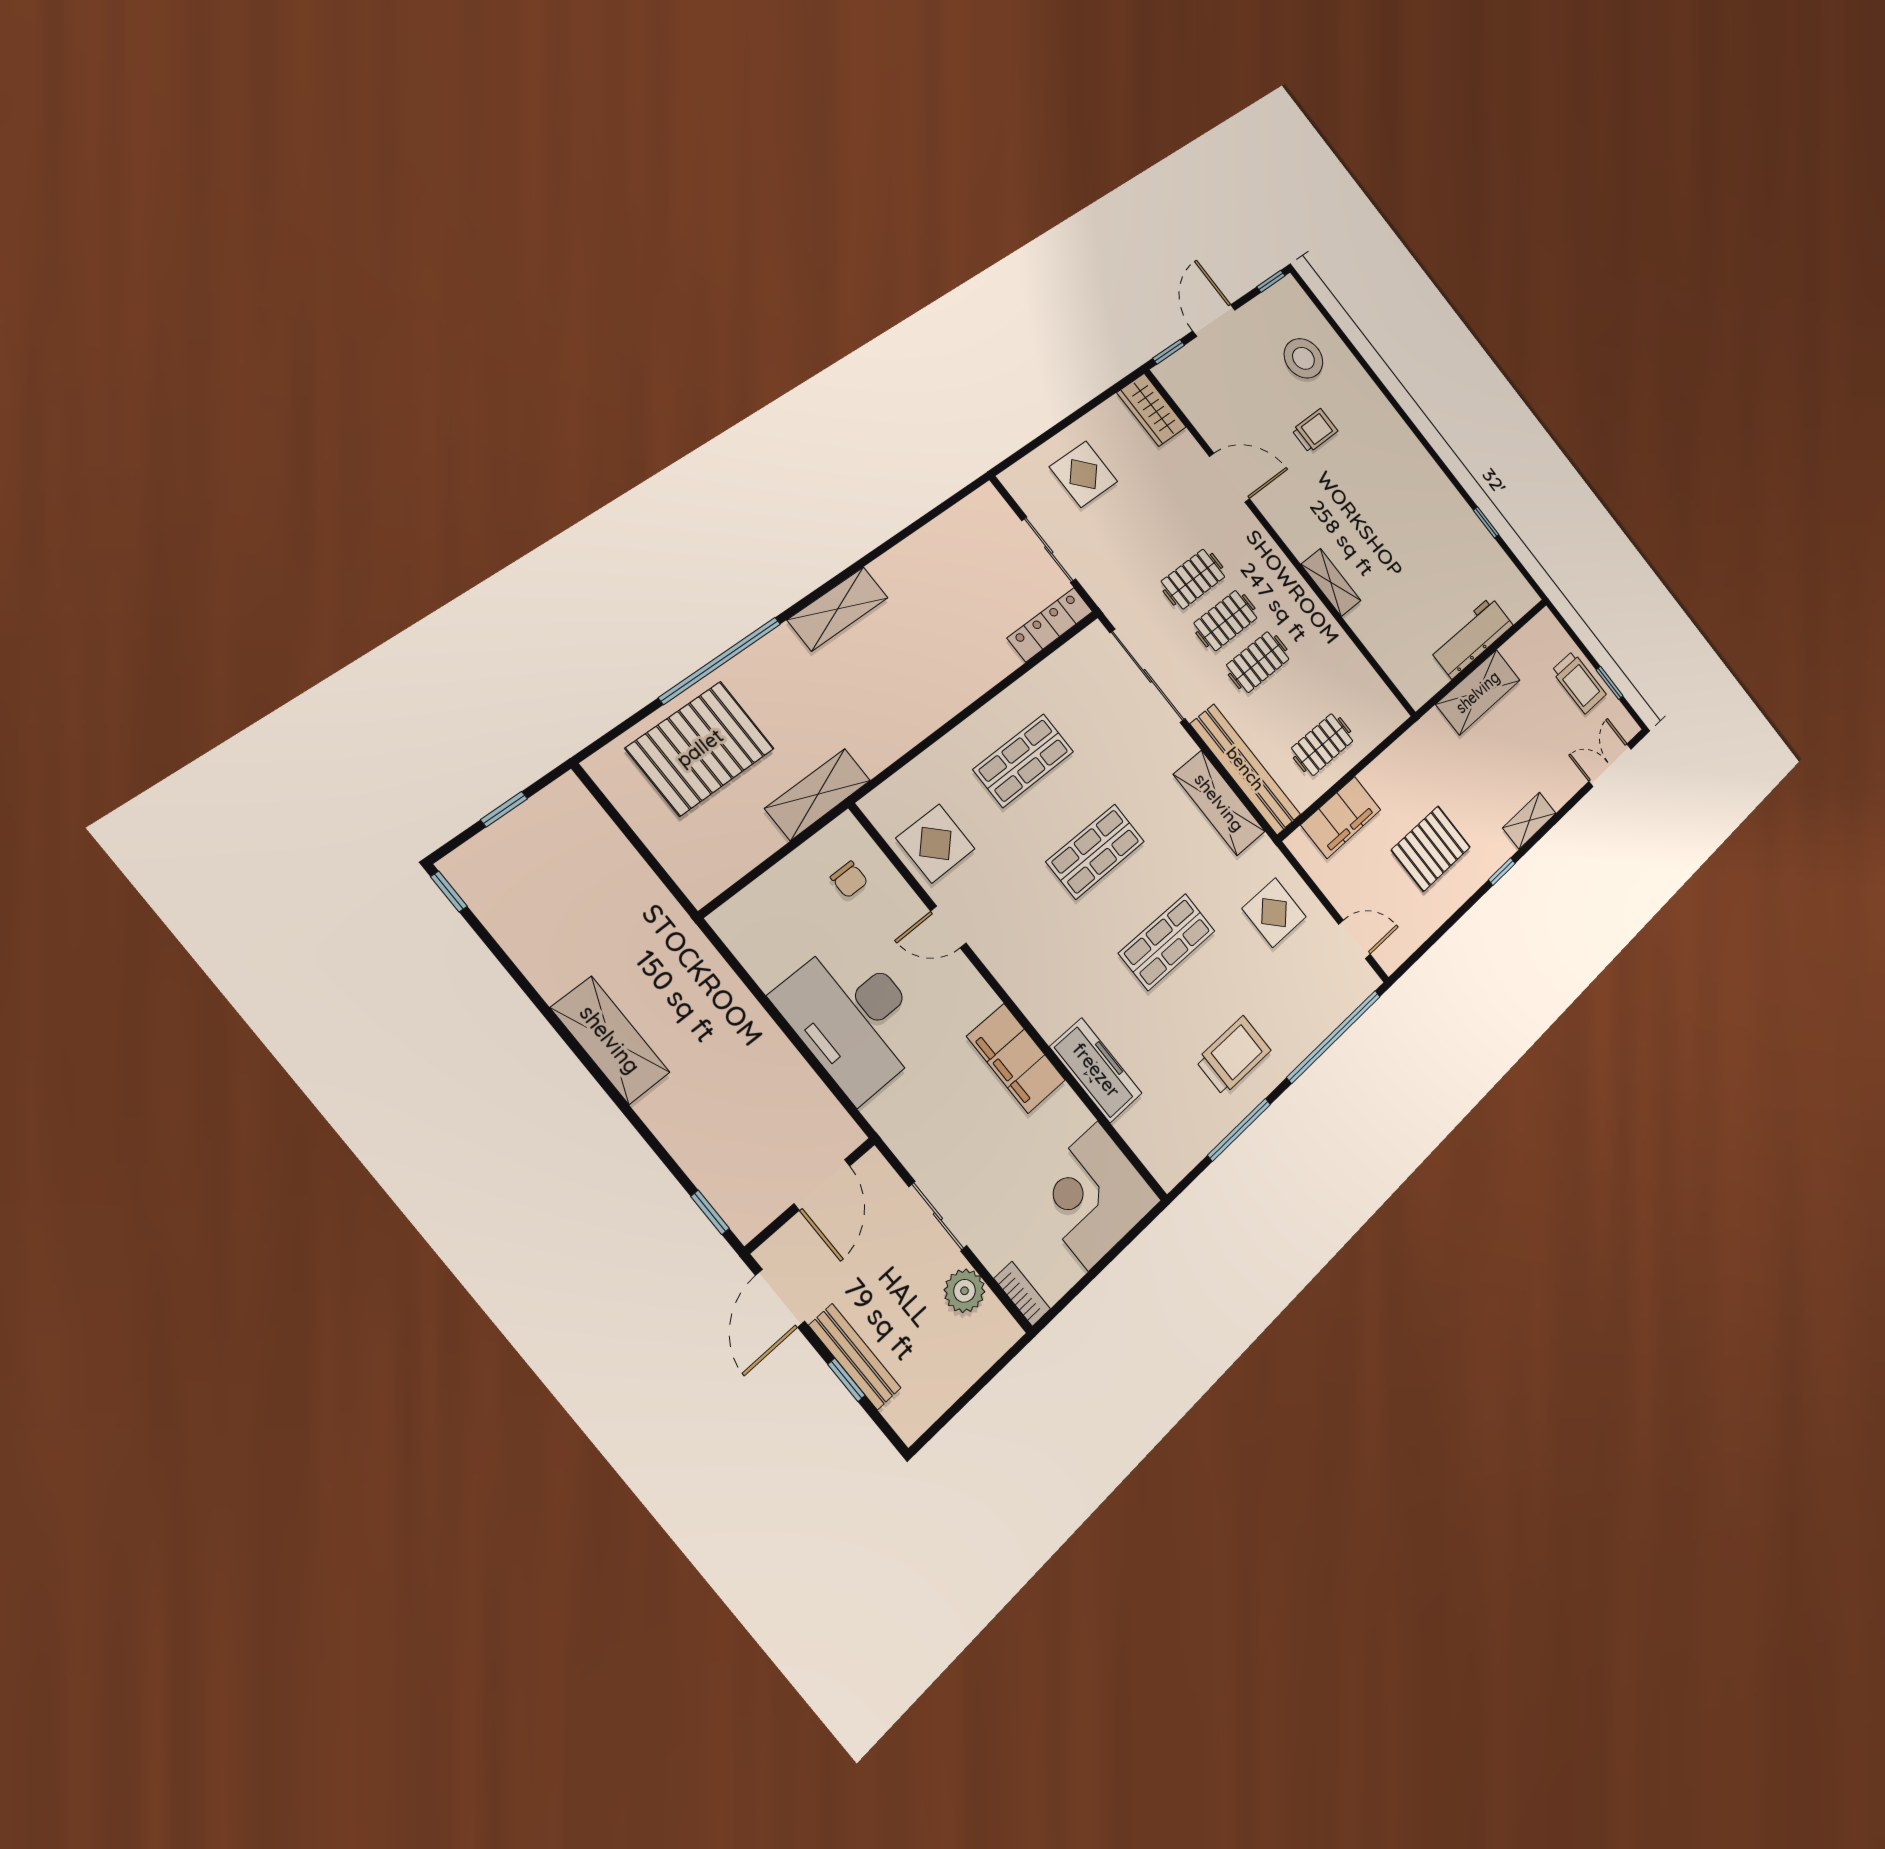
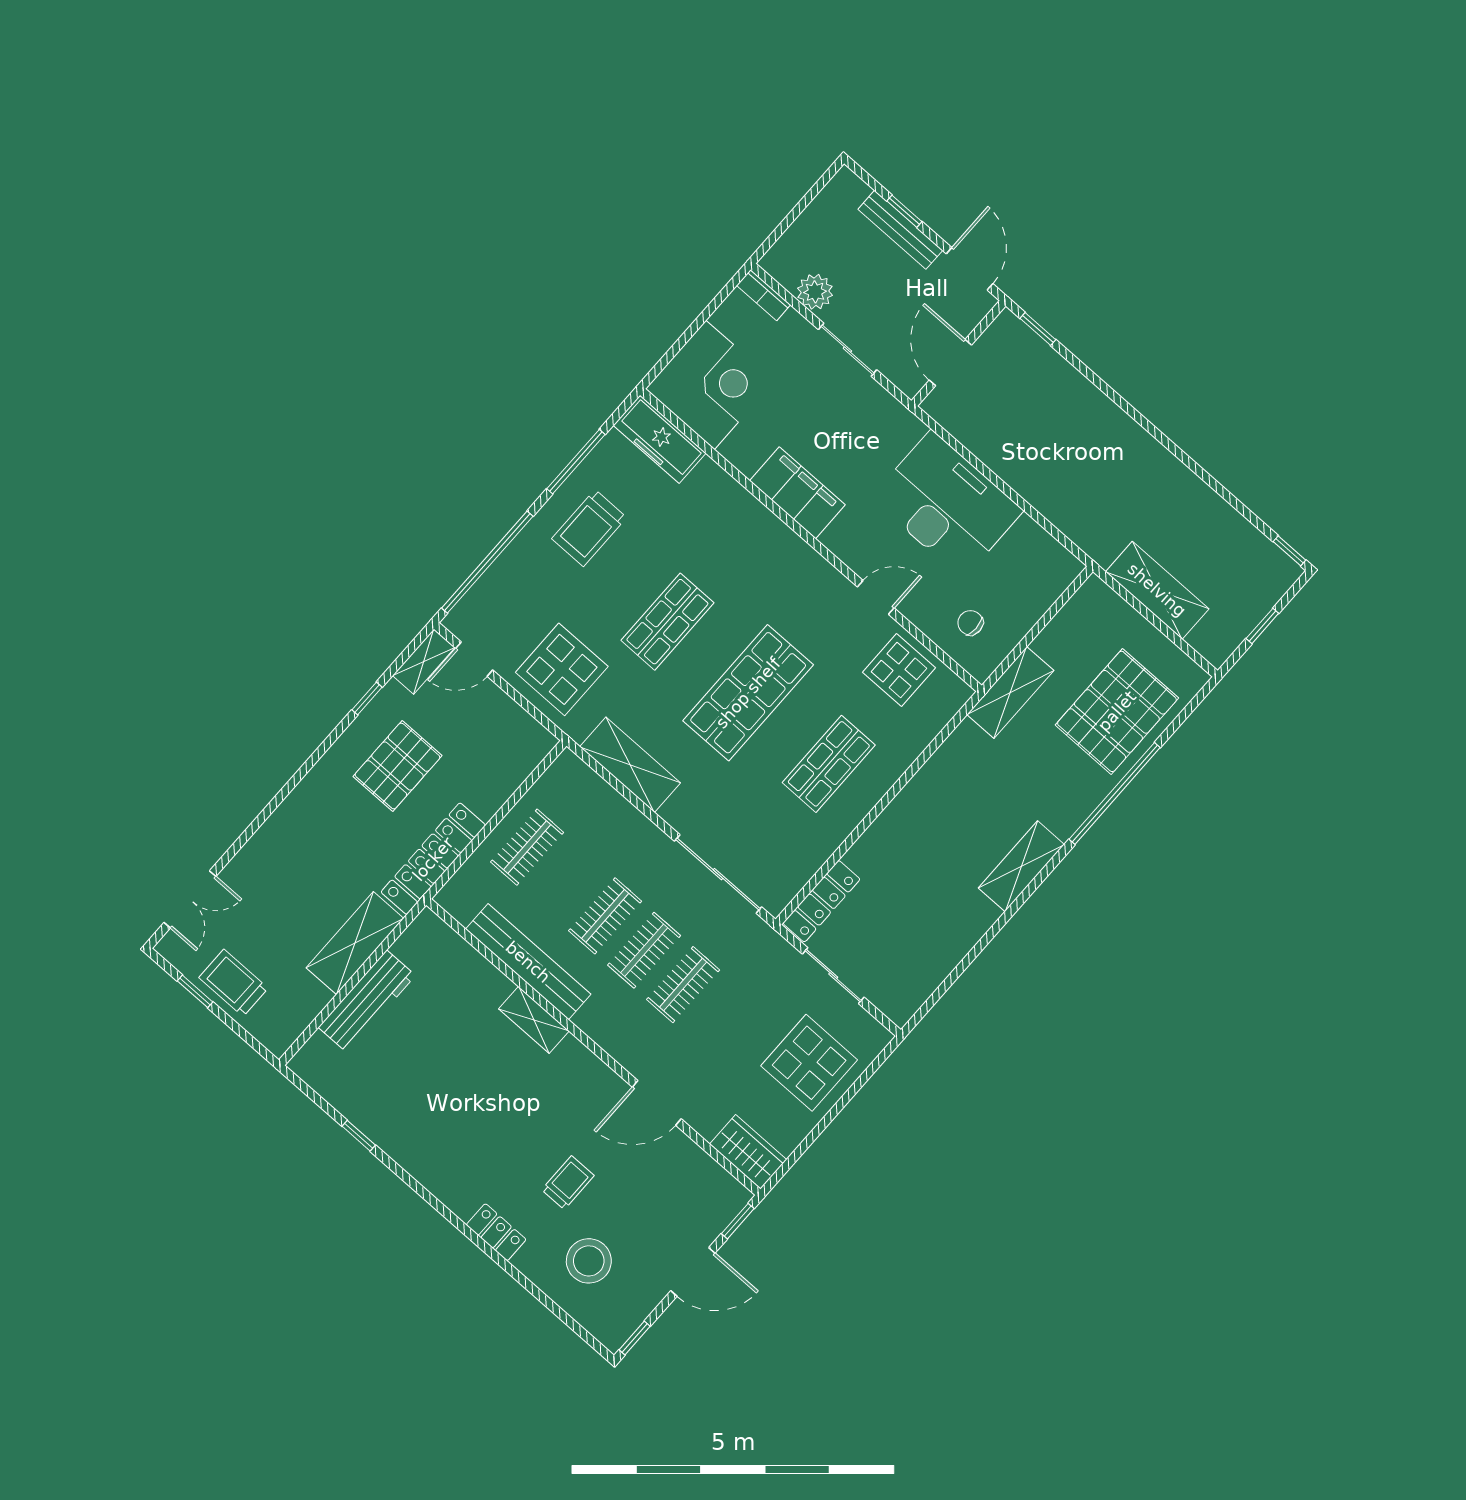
door: (1214, 320) -> (693, 1272), hinge flipped
locker: (1379, 407) -> (496, 1232), added
trolley: (1315, 431) -> (568, 1183), turned 180
display table: (1083, 474) -> (809, 1063), width x1.36, depth x1.36
locker: (1406, 753) -> (433, 859), added
bench: (1245, 769) -> (528, 962), moved
filing cabinet: (1341, 817) -> (500, 777), removed
shelving: (1529, 821) -> (424, 662), moved
shop shelf: (1095, 851) -> (748, 693), width x1.43, depth x1.36
window: (1502, 872) -> (367, 699), moved
display table: (1274, 913) -> (562, 669), width x1.36, depth x1.36
shelving: (610, 1040) -> (1157, 590), moved
freezer: (1096, 1070) -> (660, 439), moved

